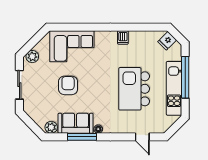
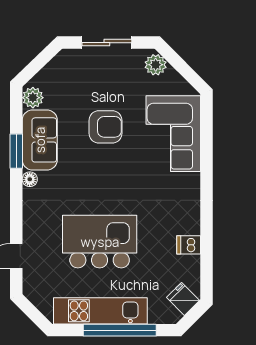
dishwasher: (123, 38) -> (189, 245), moved
window: (82, 137) -> (16, 151), width x0.69

